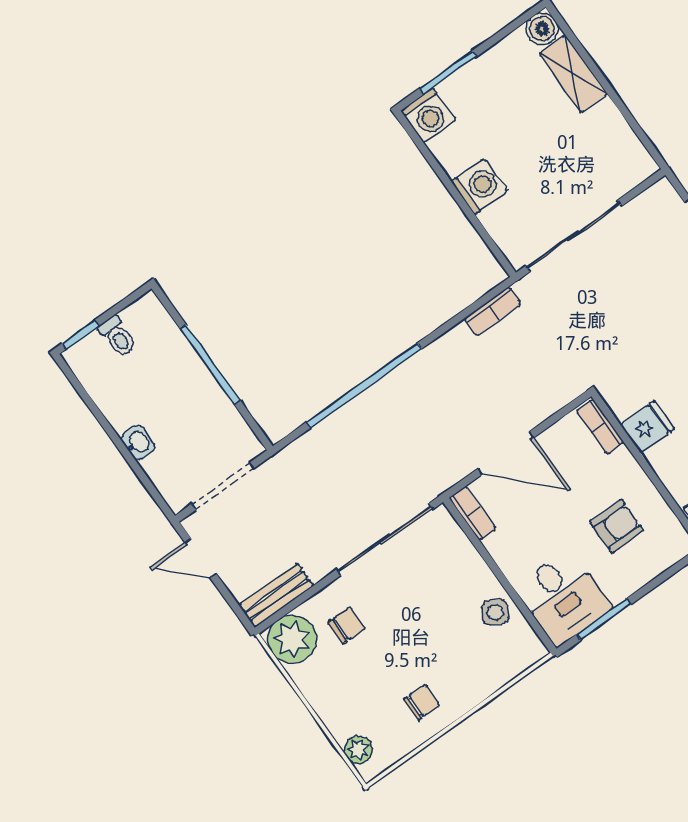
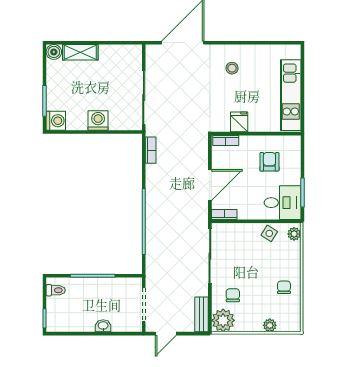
toilet: (118, 336) -> (56, 290), moved
plant: (524, 655) -> (294, 234), added
plant: (358, 750) -> (270, 325), moved

